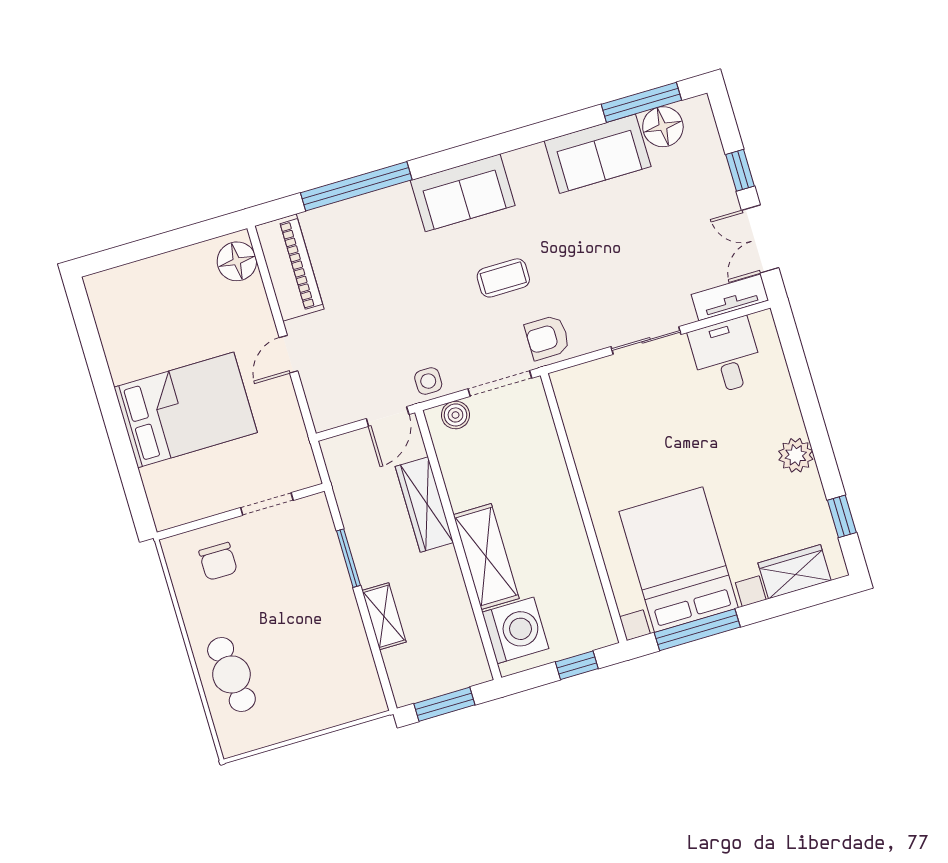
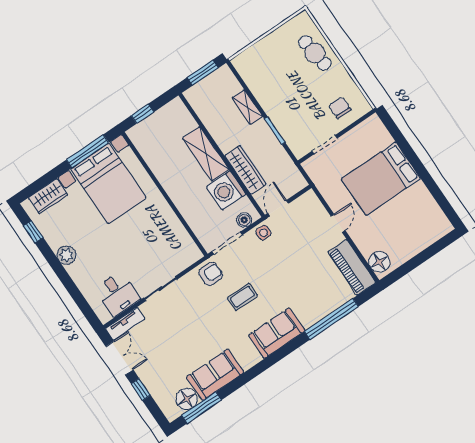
washing machine: (515, 630) -> (226, 190), moved

